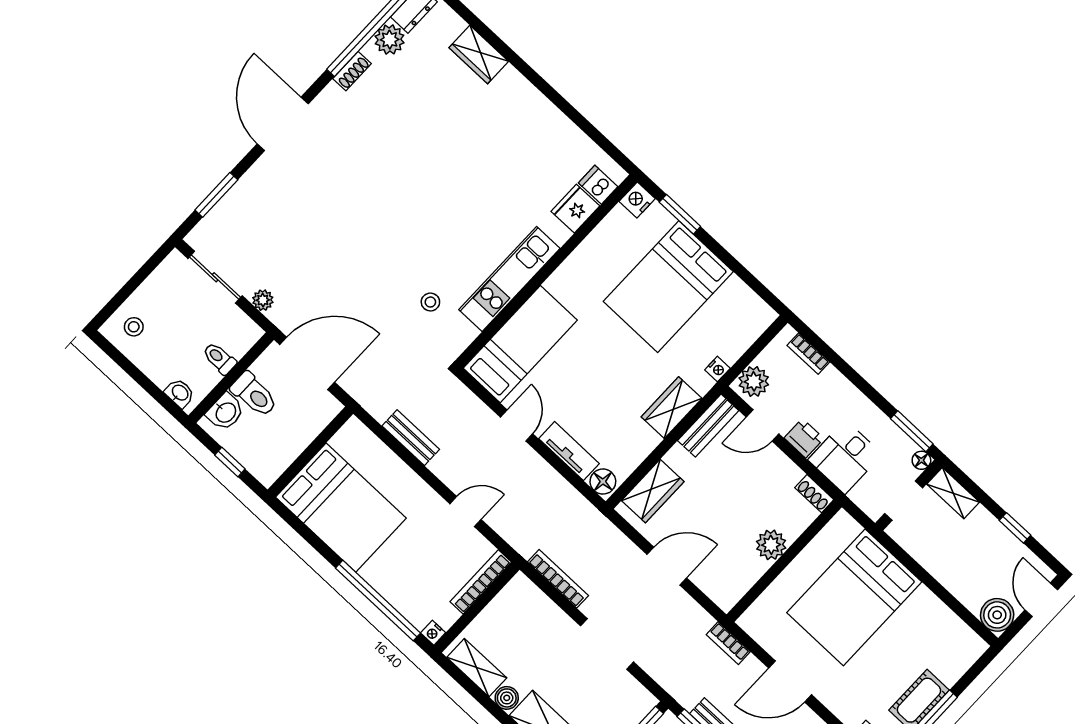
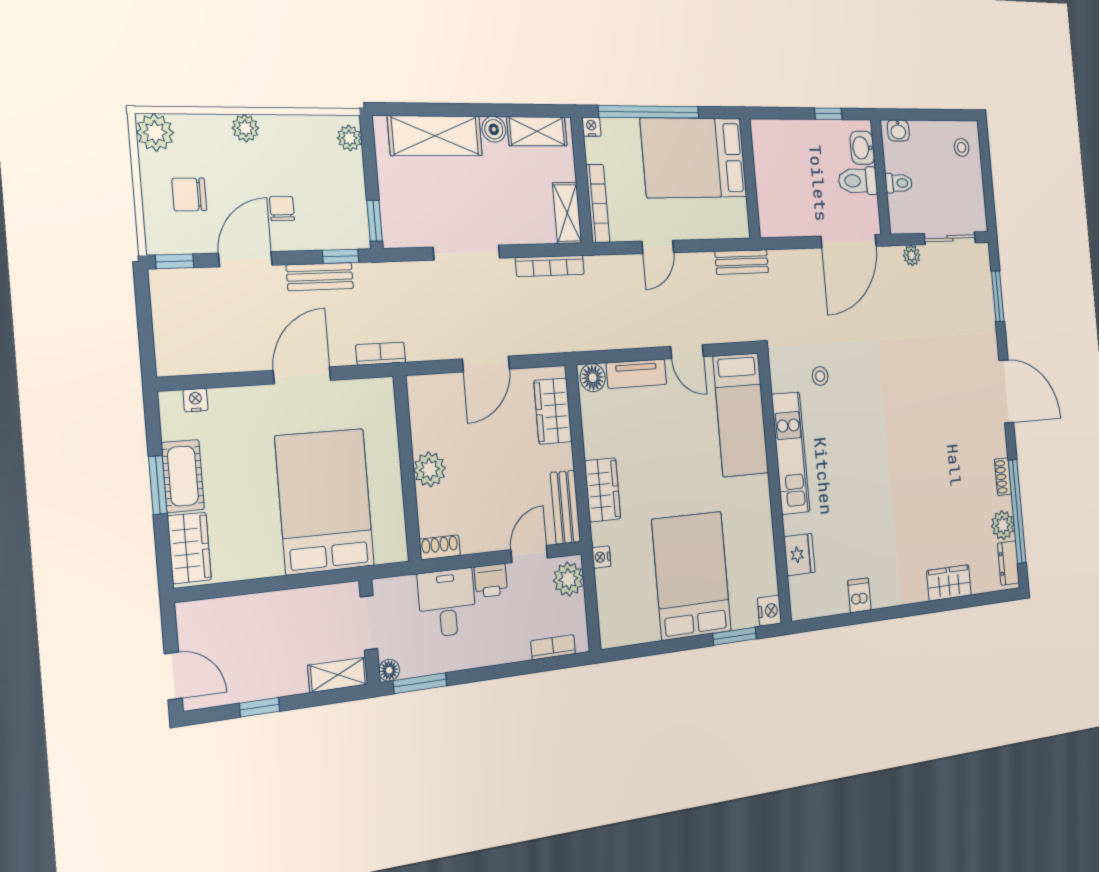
dishwasher: (598, 185) -> (859, 595), moved, turned -90
wall: (310, 452) -> (750, 178), moved
bed: (341, 508) -> (694, 158), moved
shelving: (510, 598) -> (567, 213), added
boiler: (997, 615) -> (196, 621), removed
wardrobe: (958, 658) -> (189, 548), added

